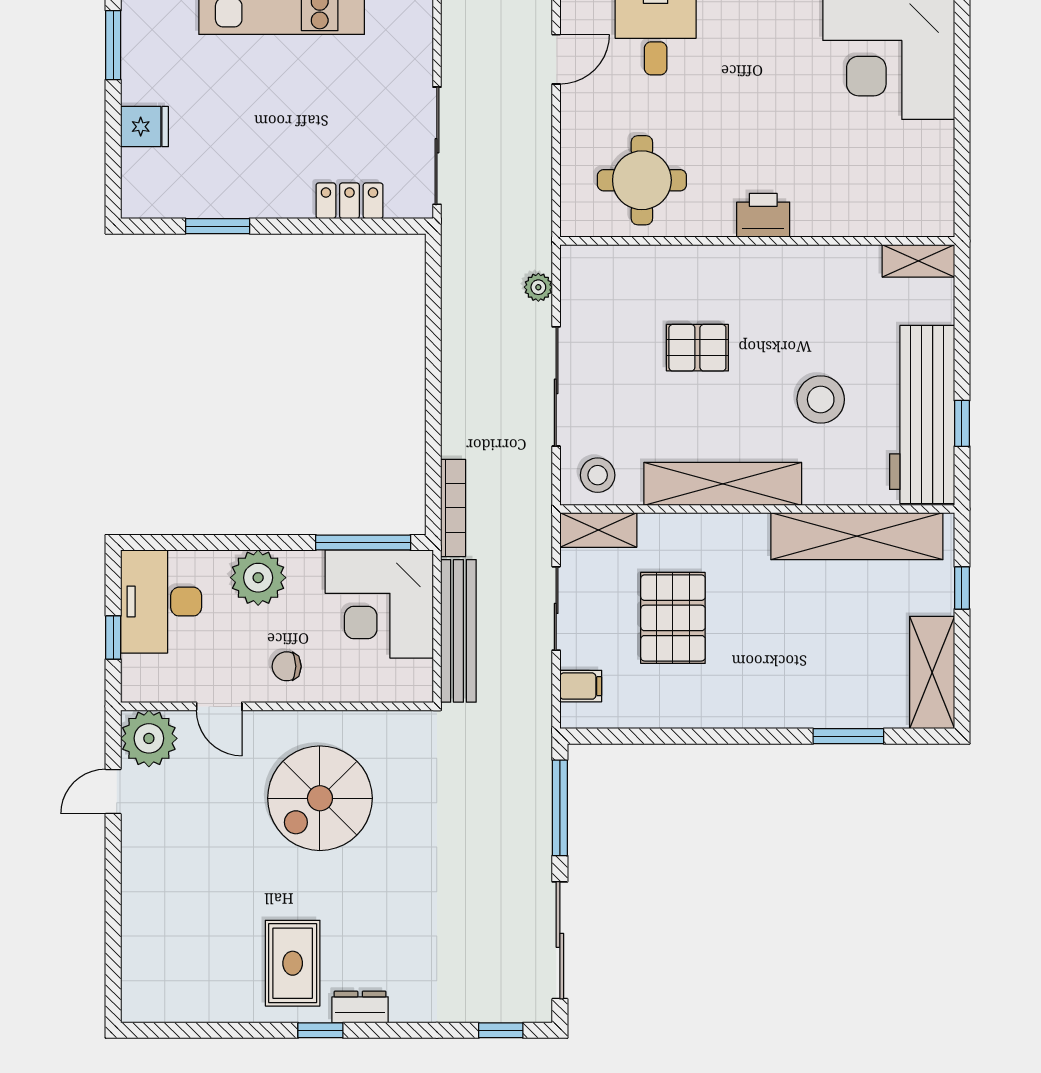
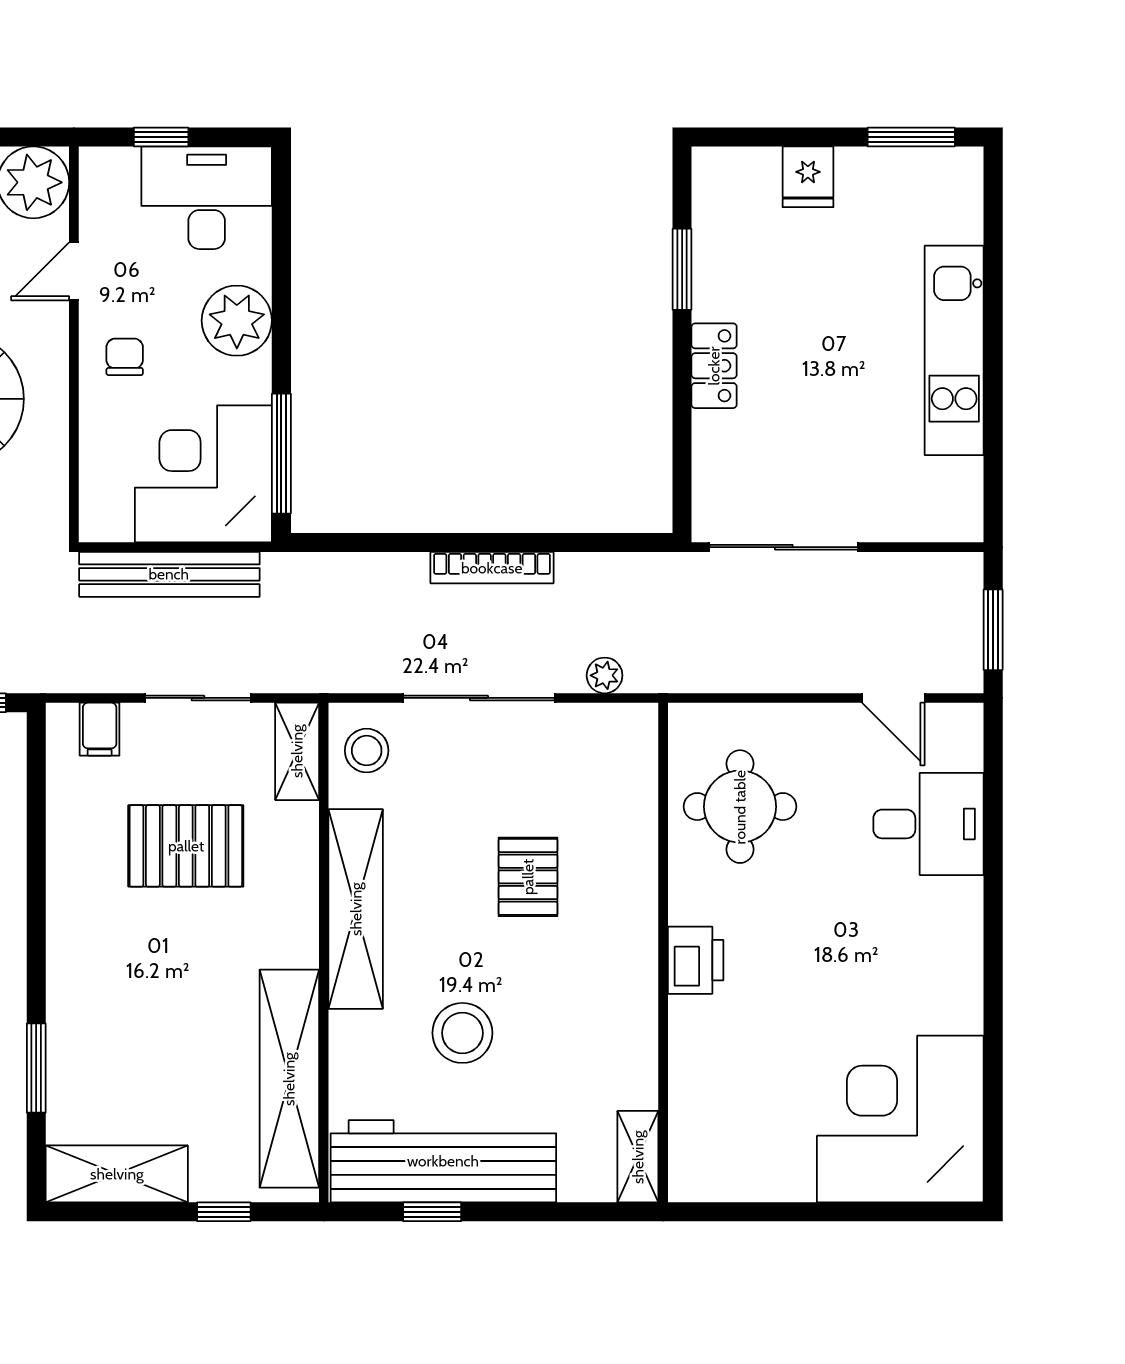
locker: (349, 201) -> (714, 366), moved
bookcase: (453, 508) -> (492, 568), moved

